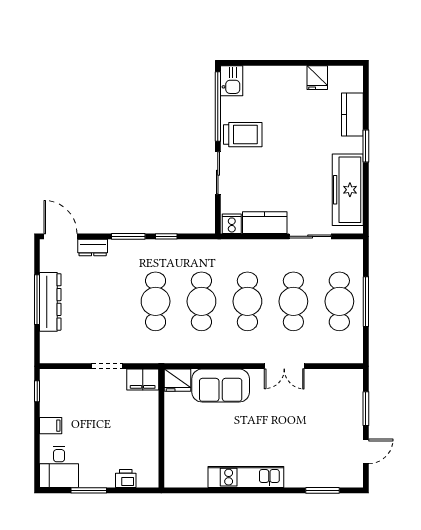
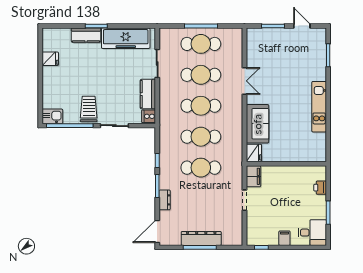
kitchen counter: (352, 114) -> (86, 35), moved
dresser: (93, 248) -> (165, 200), moved

